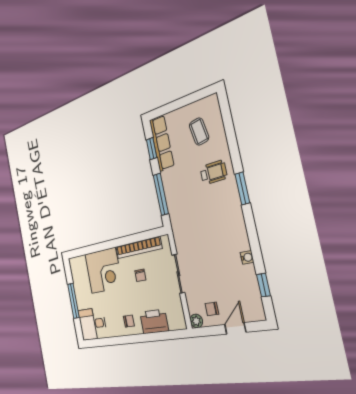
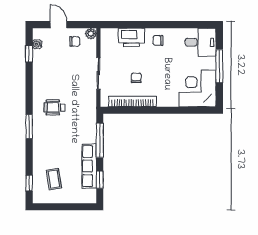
window: (226, 116) -> (29, 183), added
row of seats: (162, 143) -> (89, 166), moved
wheelchair: (213, 172) -> (54, 107), moved
water cooler: (247, 257) -> (37, 44), moved
corner desk: (103, 271) -> (198, 88), moved
door: (235, 328) -> (58, 25), swing flipped

